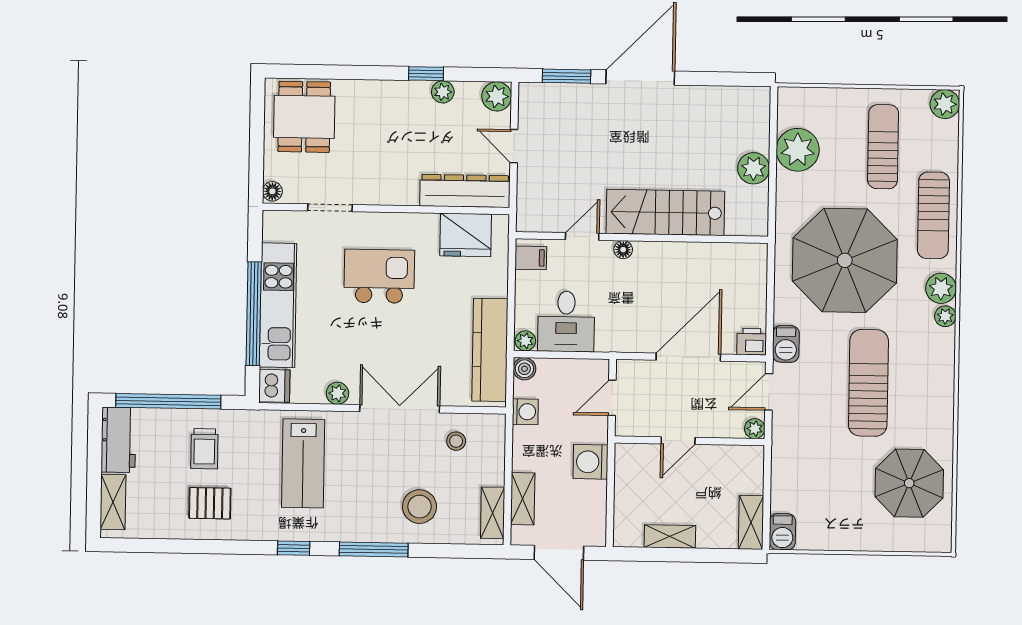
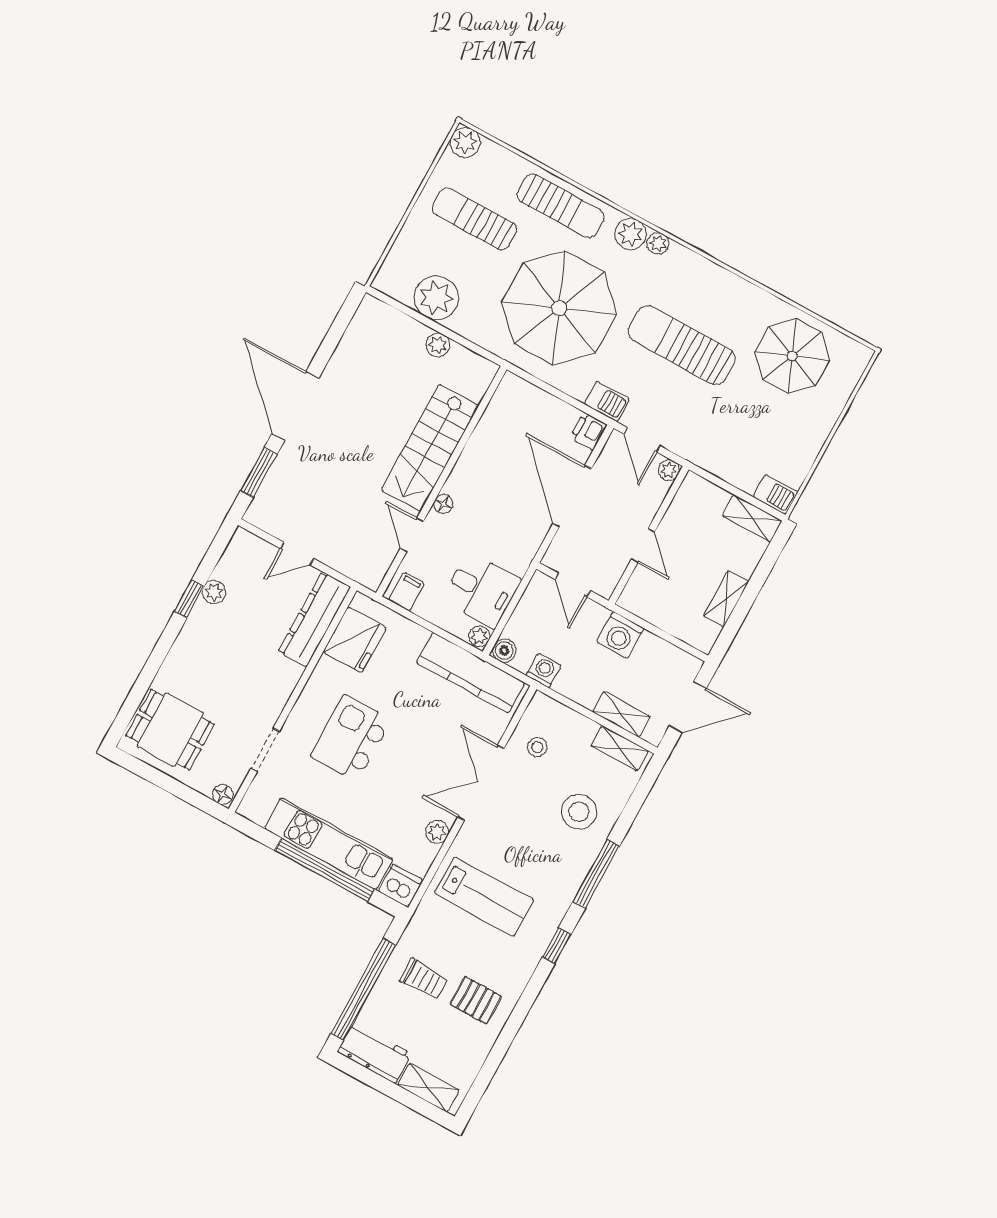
plant: (497, 96) -> (244, 545), removed
plant: (754, 168) -> (438, 345), width x0.73, depth x0.73
pallet: (210, 503) -> (476, 1000), turned 90

